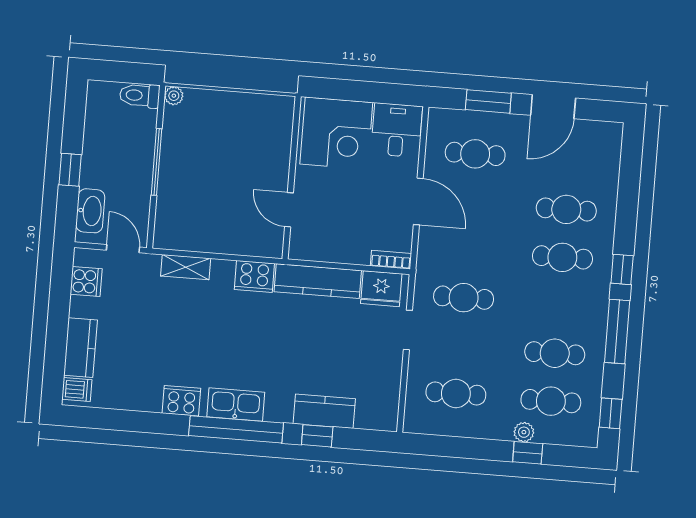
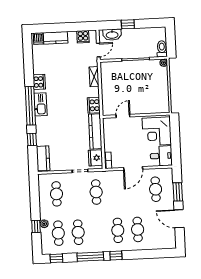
kitchen counter: (324, 411) -> (43, 158), moved

